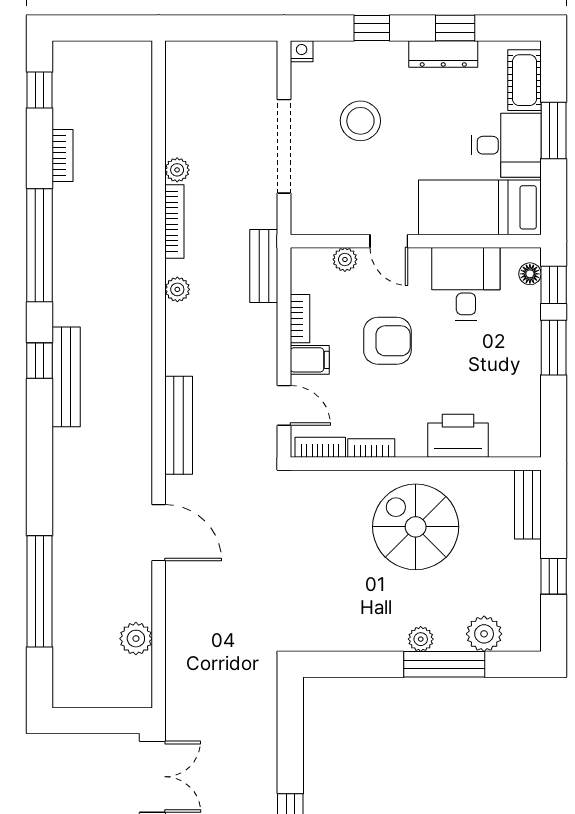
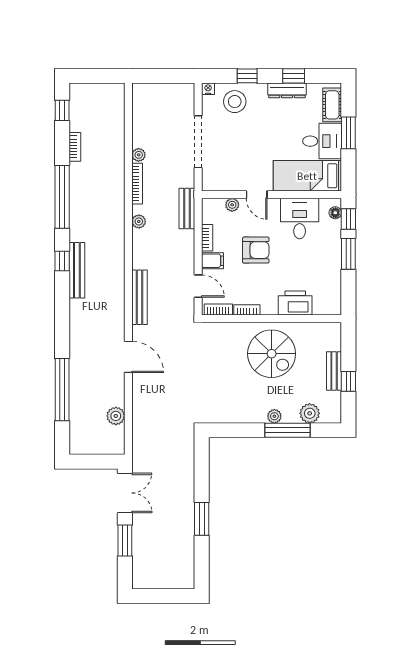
stool: (360, 121) -> (235, 102), moved
bench: (528, 504) -> (334, 371), moved
spiral stairs: (416, 527) -> (272, 354), turned 180

